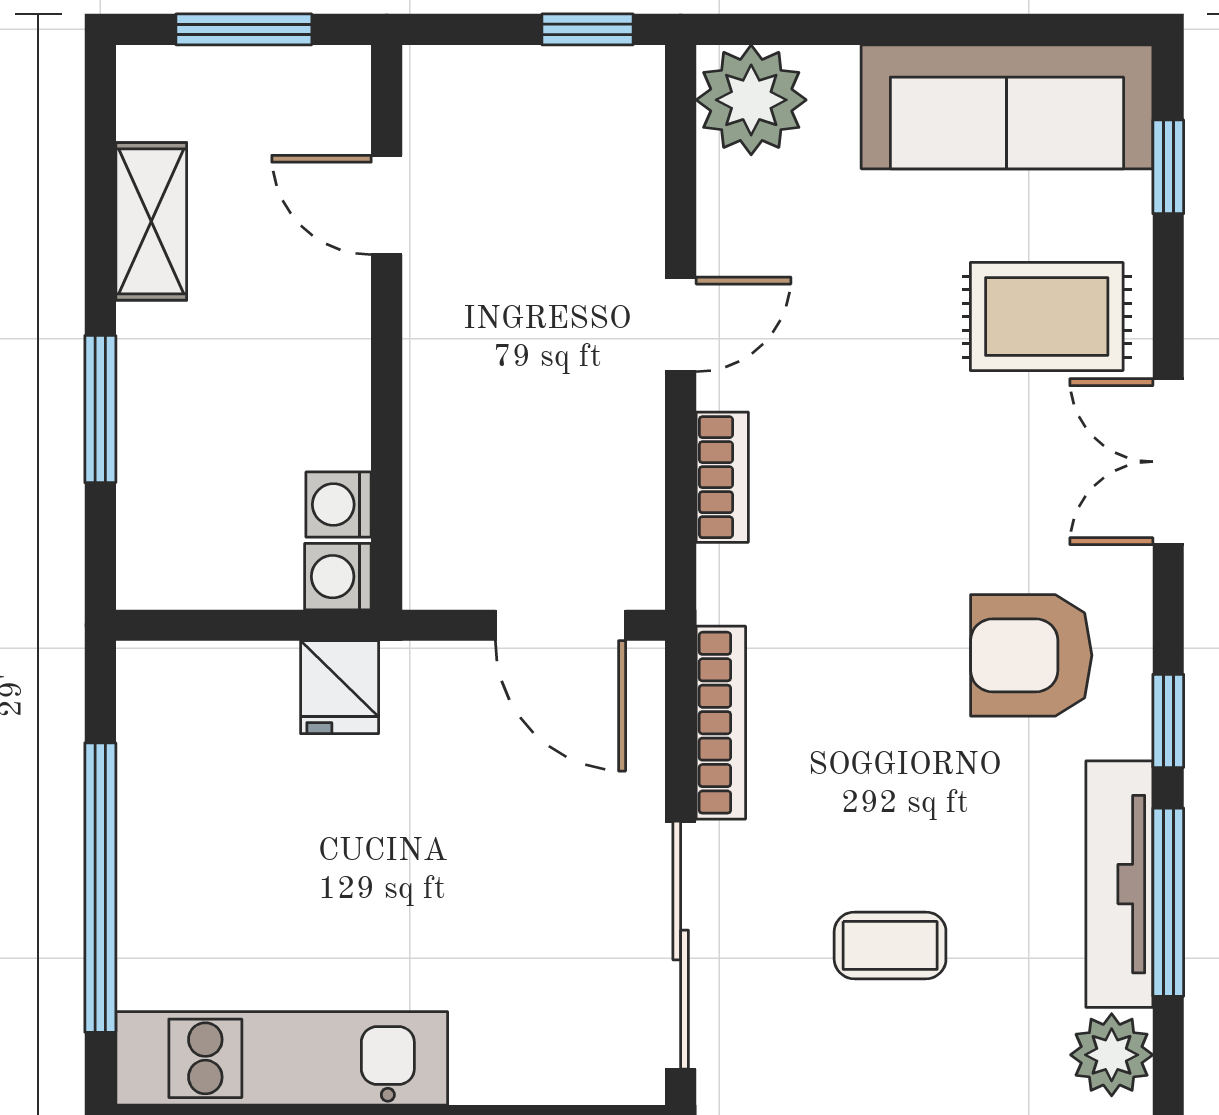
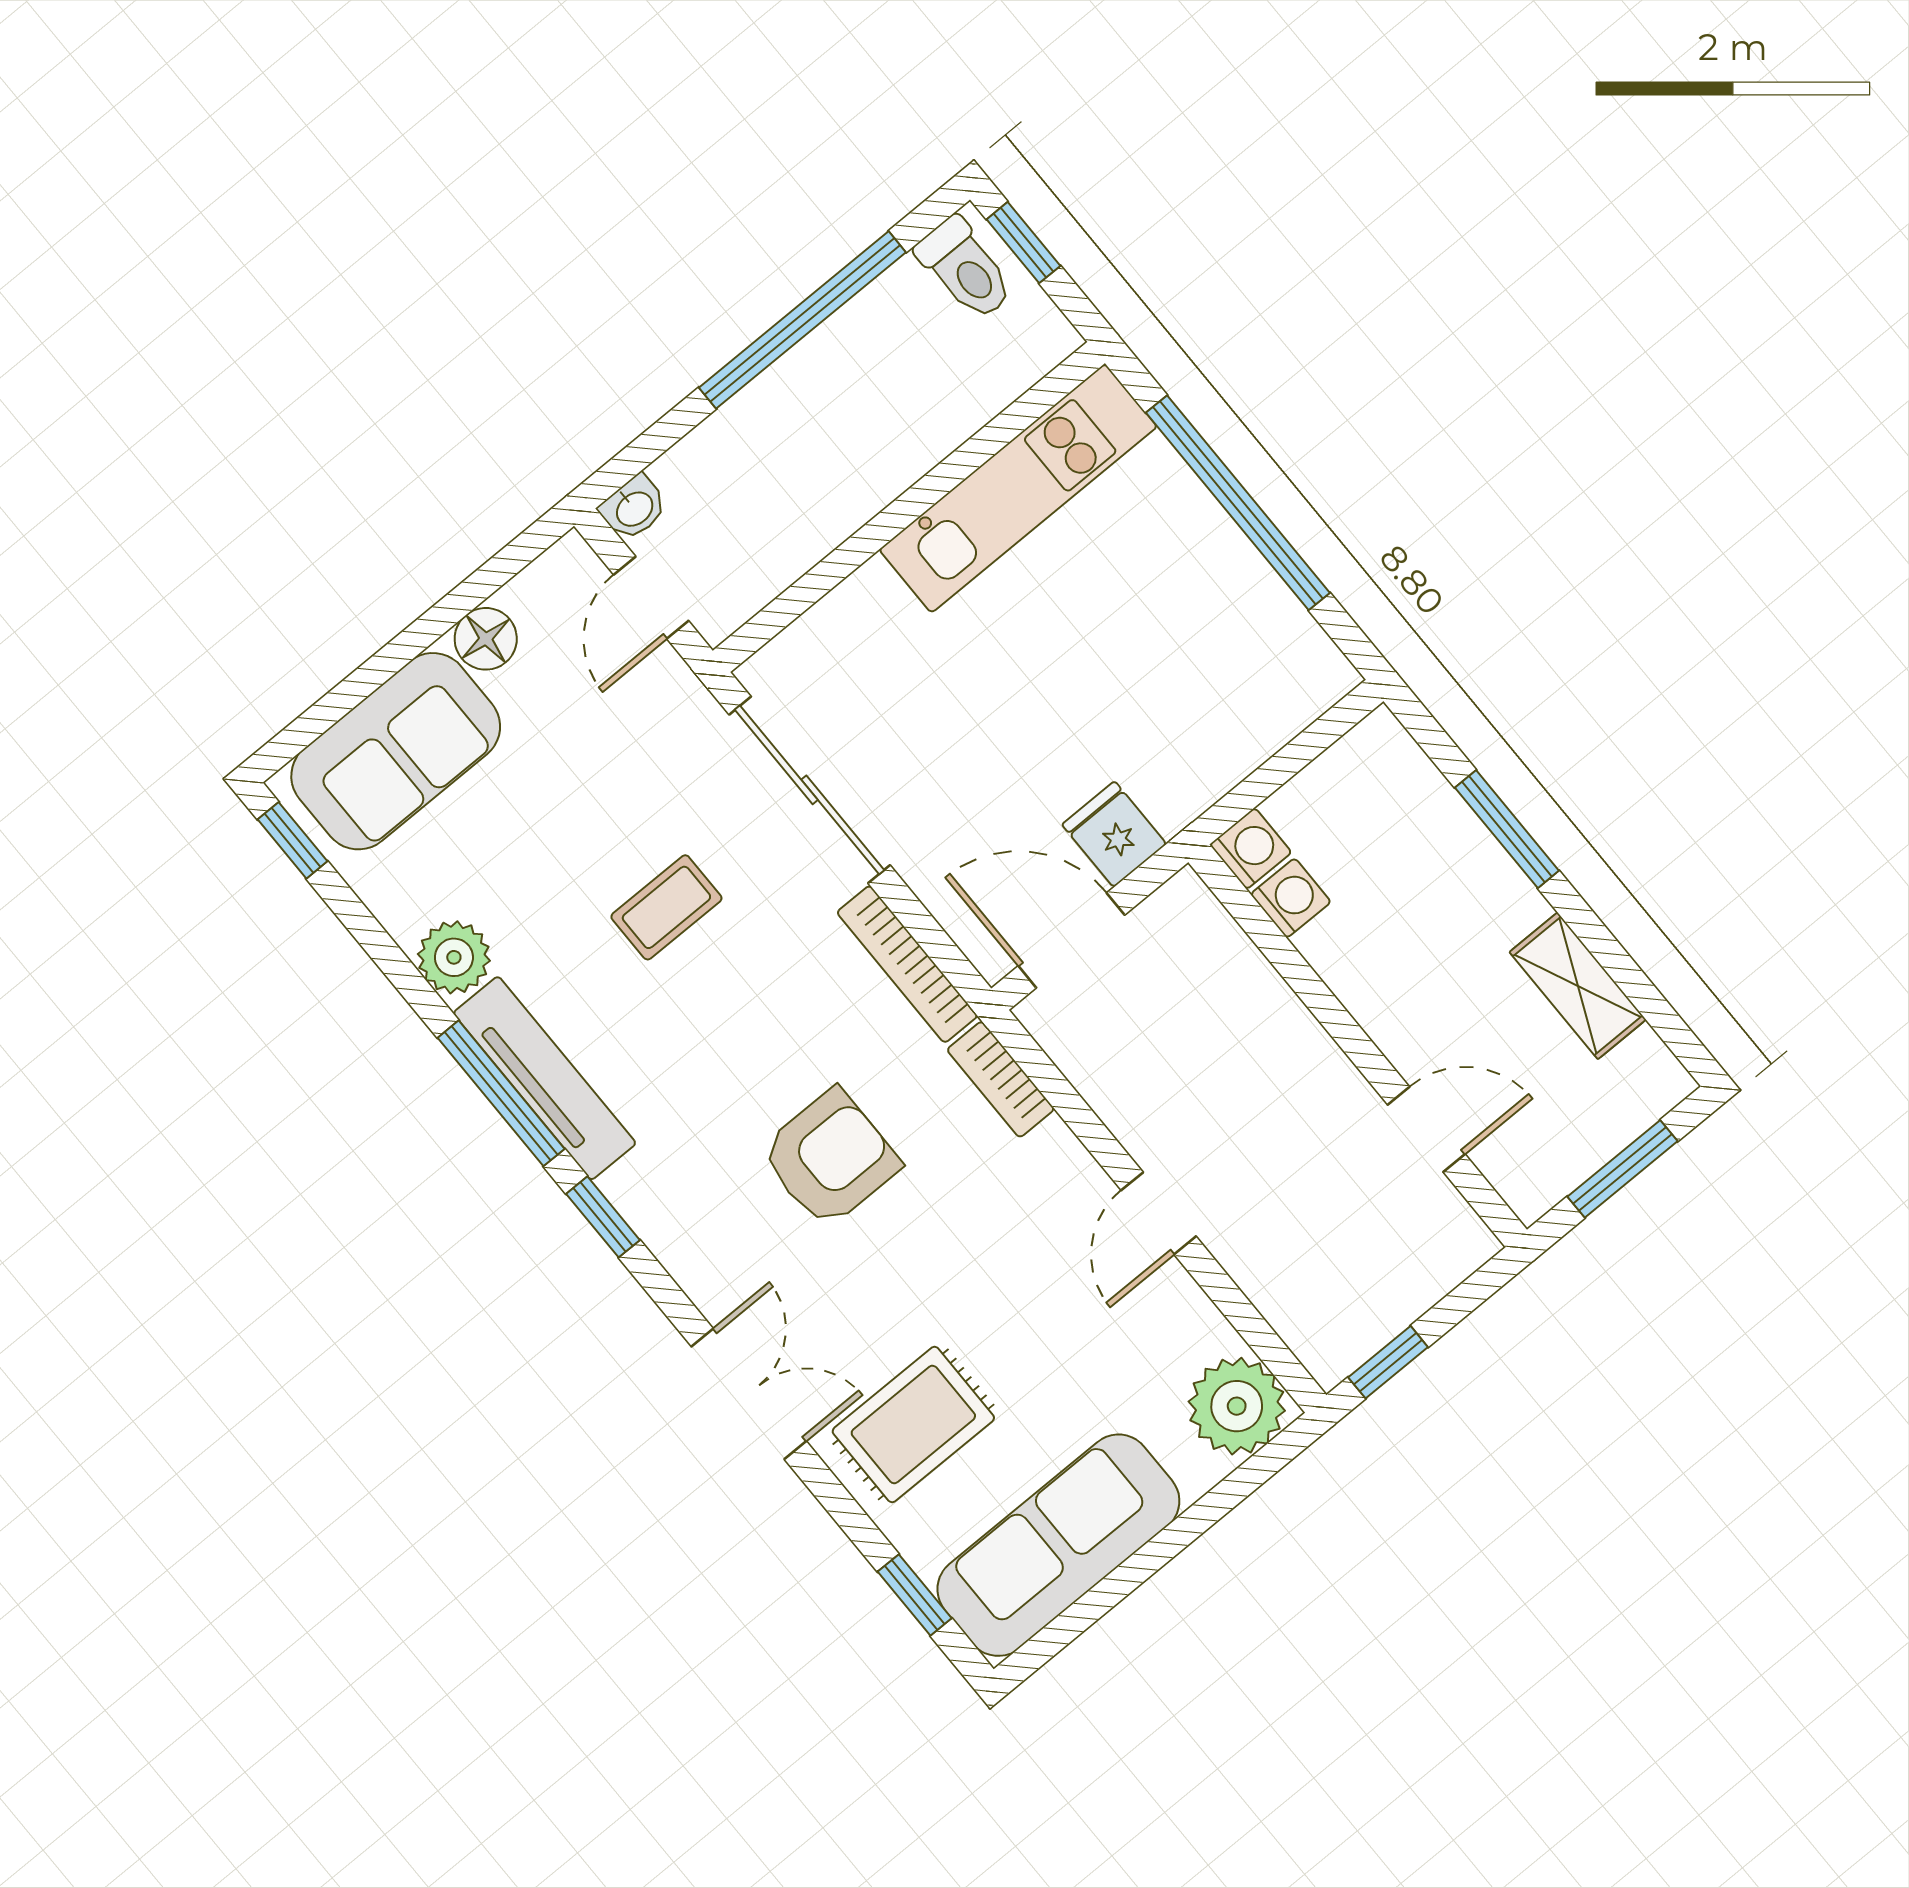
bookcase: (722, 477) -> (1001, 1079), moved
armchair: (1031, 655) -> (830, 1158), moved
fridge: (340, 687) -> (1114, 834), moved

